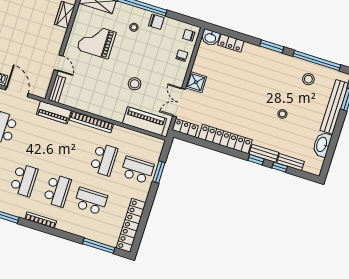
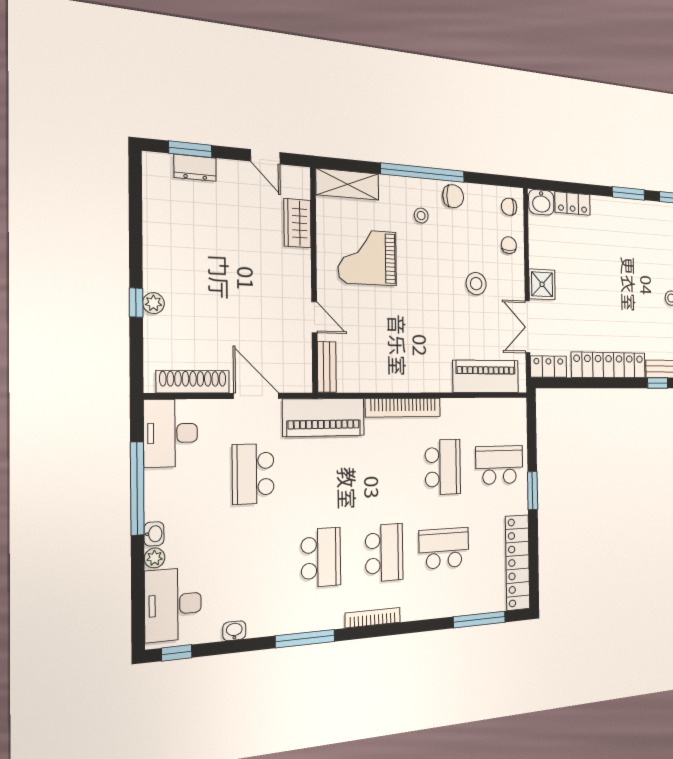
stool: (135, 84) -> (476, 284), moved
piano: (54, 112) -> (324, 417), width x1.37, depth x1.33
window: (159, 172) -> (533, 491), moved

